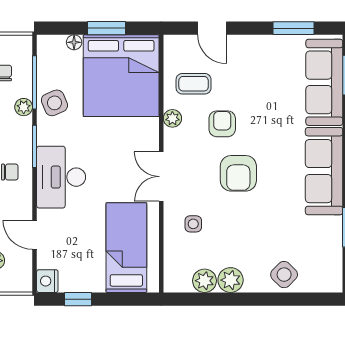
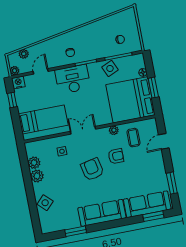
plant: (24, 107) -> (15, 71), moved
armchair: (238, 173) -> (92, 169), turned 78

